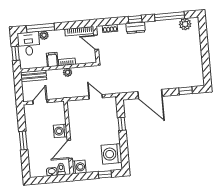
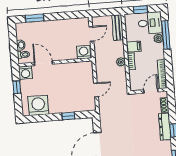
dresser: (136, 28) -> (165, 127), width x1.44
door: (40, 102) -> (91, 34), hinge flipped
washing machine: (60, 131) -> (84, 52), moved
window: (23, 141) -> (35, 18), moved
window: (105, 174) -> (17, 87), moved

